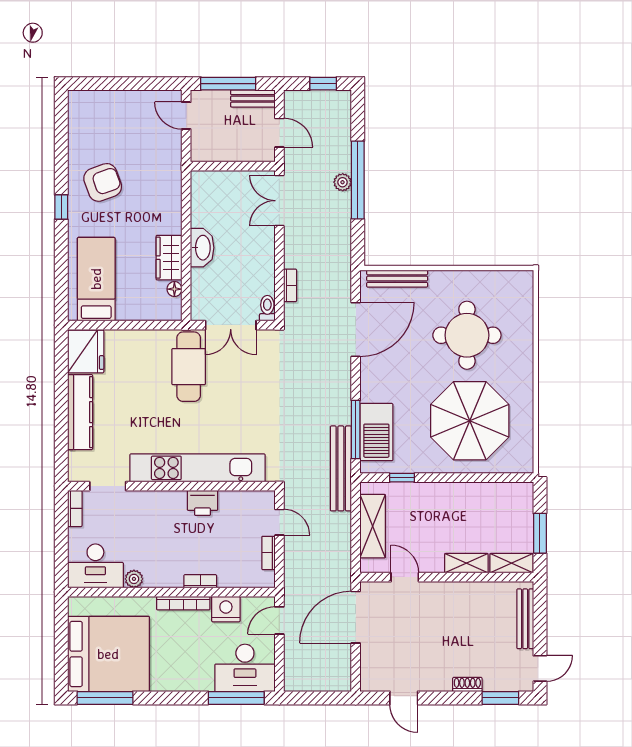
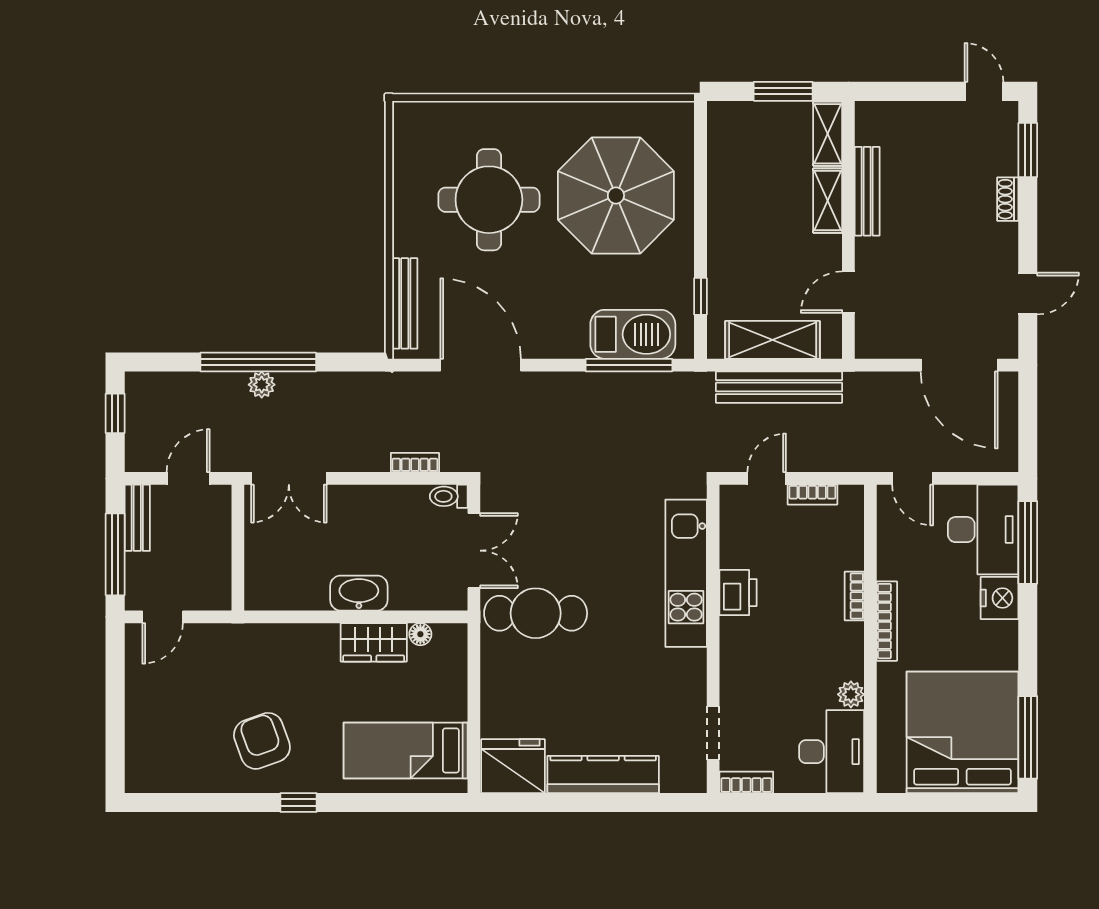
kitchen unit: (197, 468) -> (686, 573), width x0.73
bench: (341, 468) -> (779, 387), moved
nightstand: (226, 609) -> (999, 598), moved, turned 180
door: (356, 617) -> (959, 365), moved
bench: (525, 619) -> (867, 191), moved, turned 90

